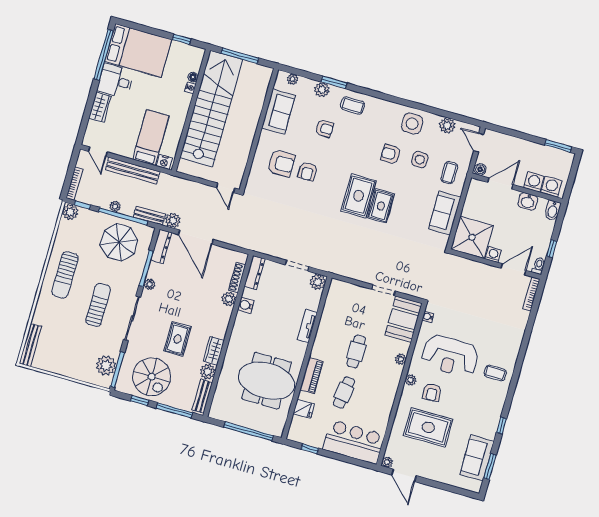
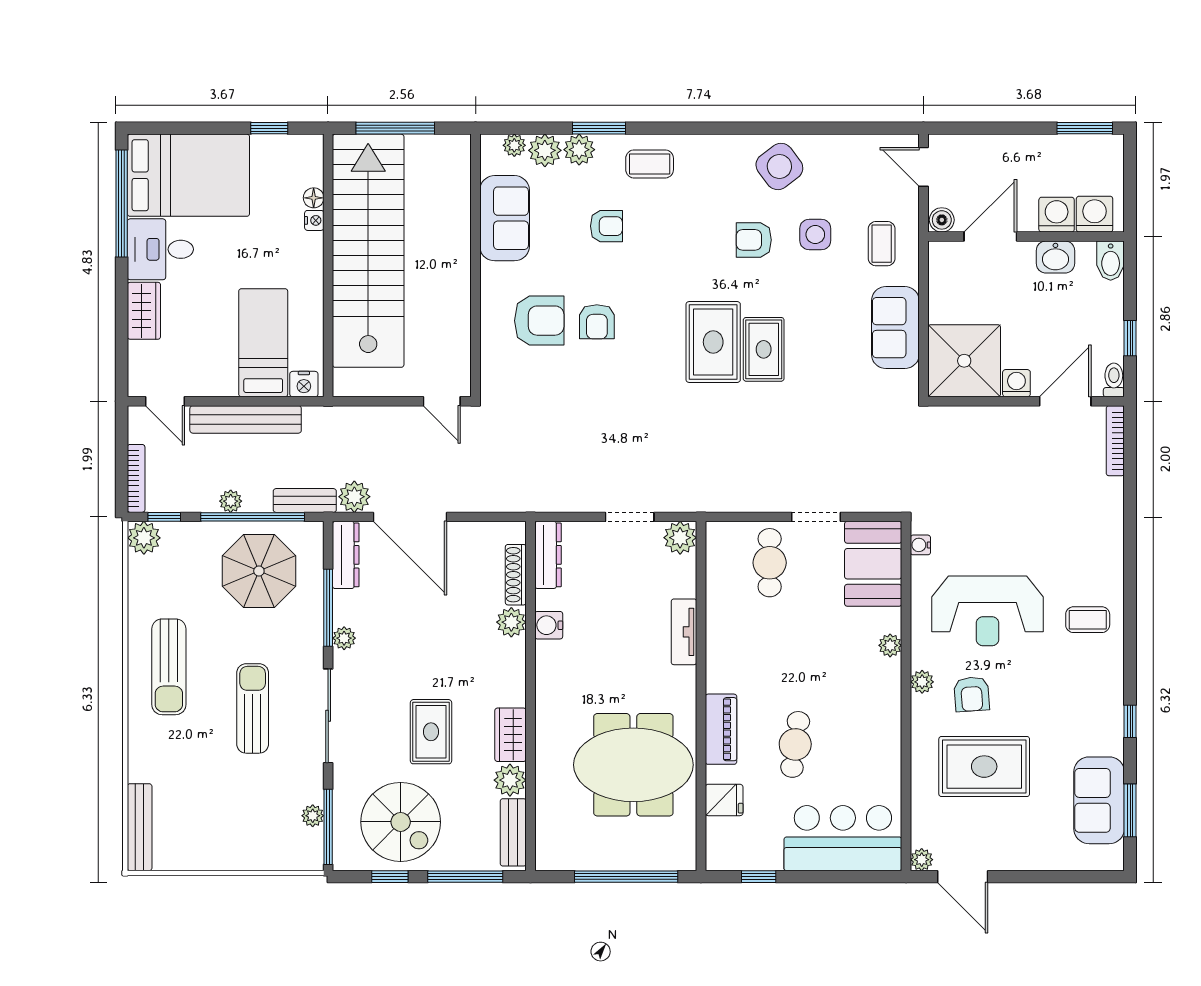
side table: (412, 124) -> (779, 166), turned -37
plant: (447, 125) -> (545, 150), moved
cafe table: (356, 351) -> (770, 563), moved
plant: (106, 366) -> (313, 816), width x0.53, depth x0.53

